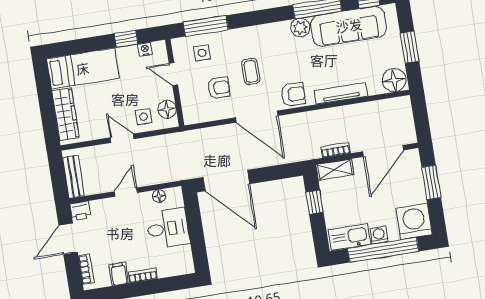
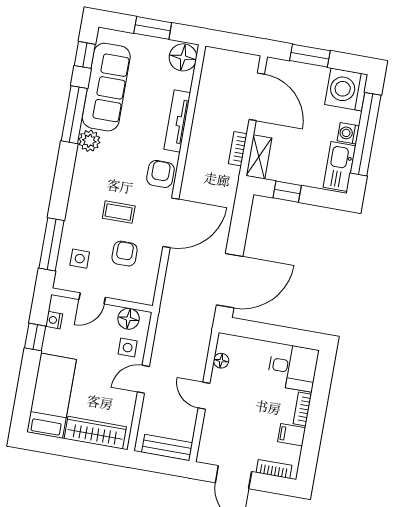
printer: (80, 211) -> (207, 453), removed
desk: (168, 228) -> (293, 367), moved, turned 90

